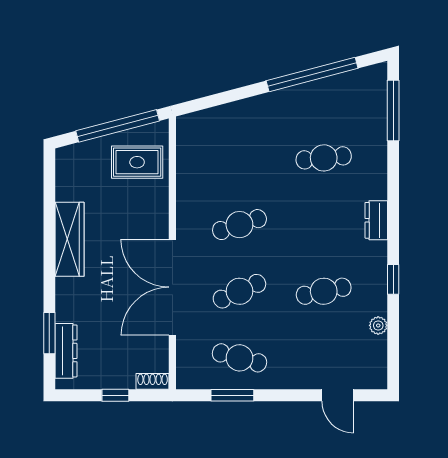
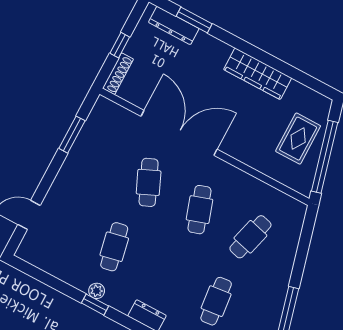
rug: (137, 162) -> (298, 139), moved
plant: (378, 325) -> (97, 291), moved
cafe table: (239, 358) -> (250, 237), moved
shoe rack: (153, 381) -> (118, 74), width x1.43

